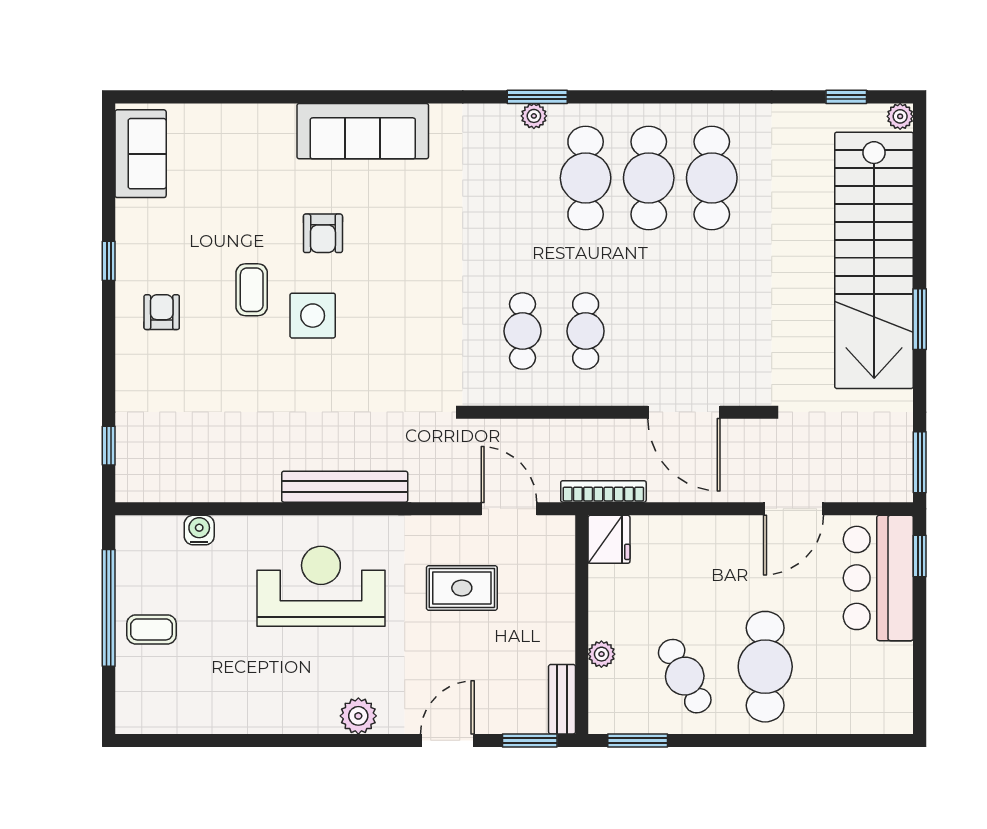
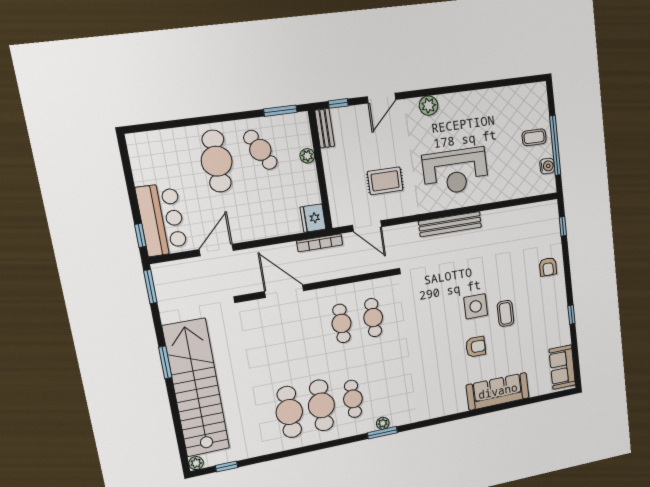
sofa: (363, 131) -> (498, 391), moved
cafe table: (586, 178) -> (353, 399), width x0.73, depth x0.74
armchair: (323, 233) -> (476, 347), turned 90
armchair: (162, 312) -> (548, 267), moved
water cooler: (199, 530) -> (547, 166), moved, turned -90
window: (530, 740) -> (338, 103), width x0.67

